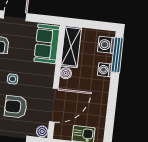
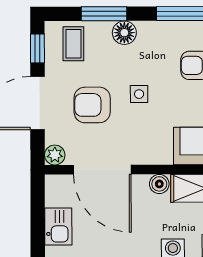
armchair: (16, 107) -> (92, 105), turned -90

